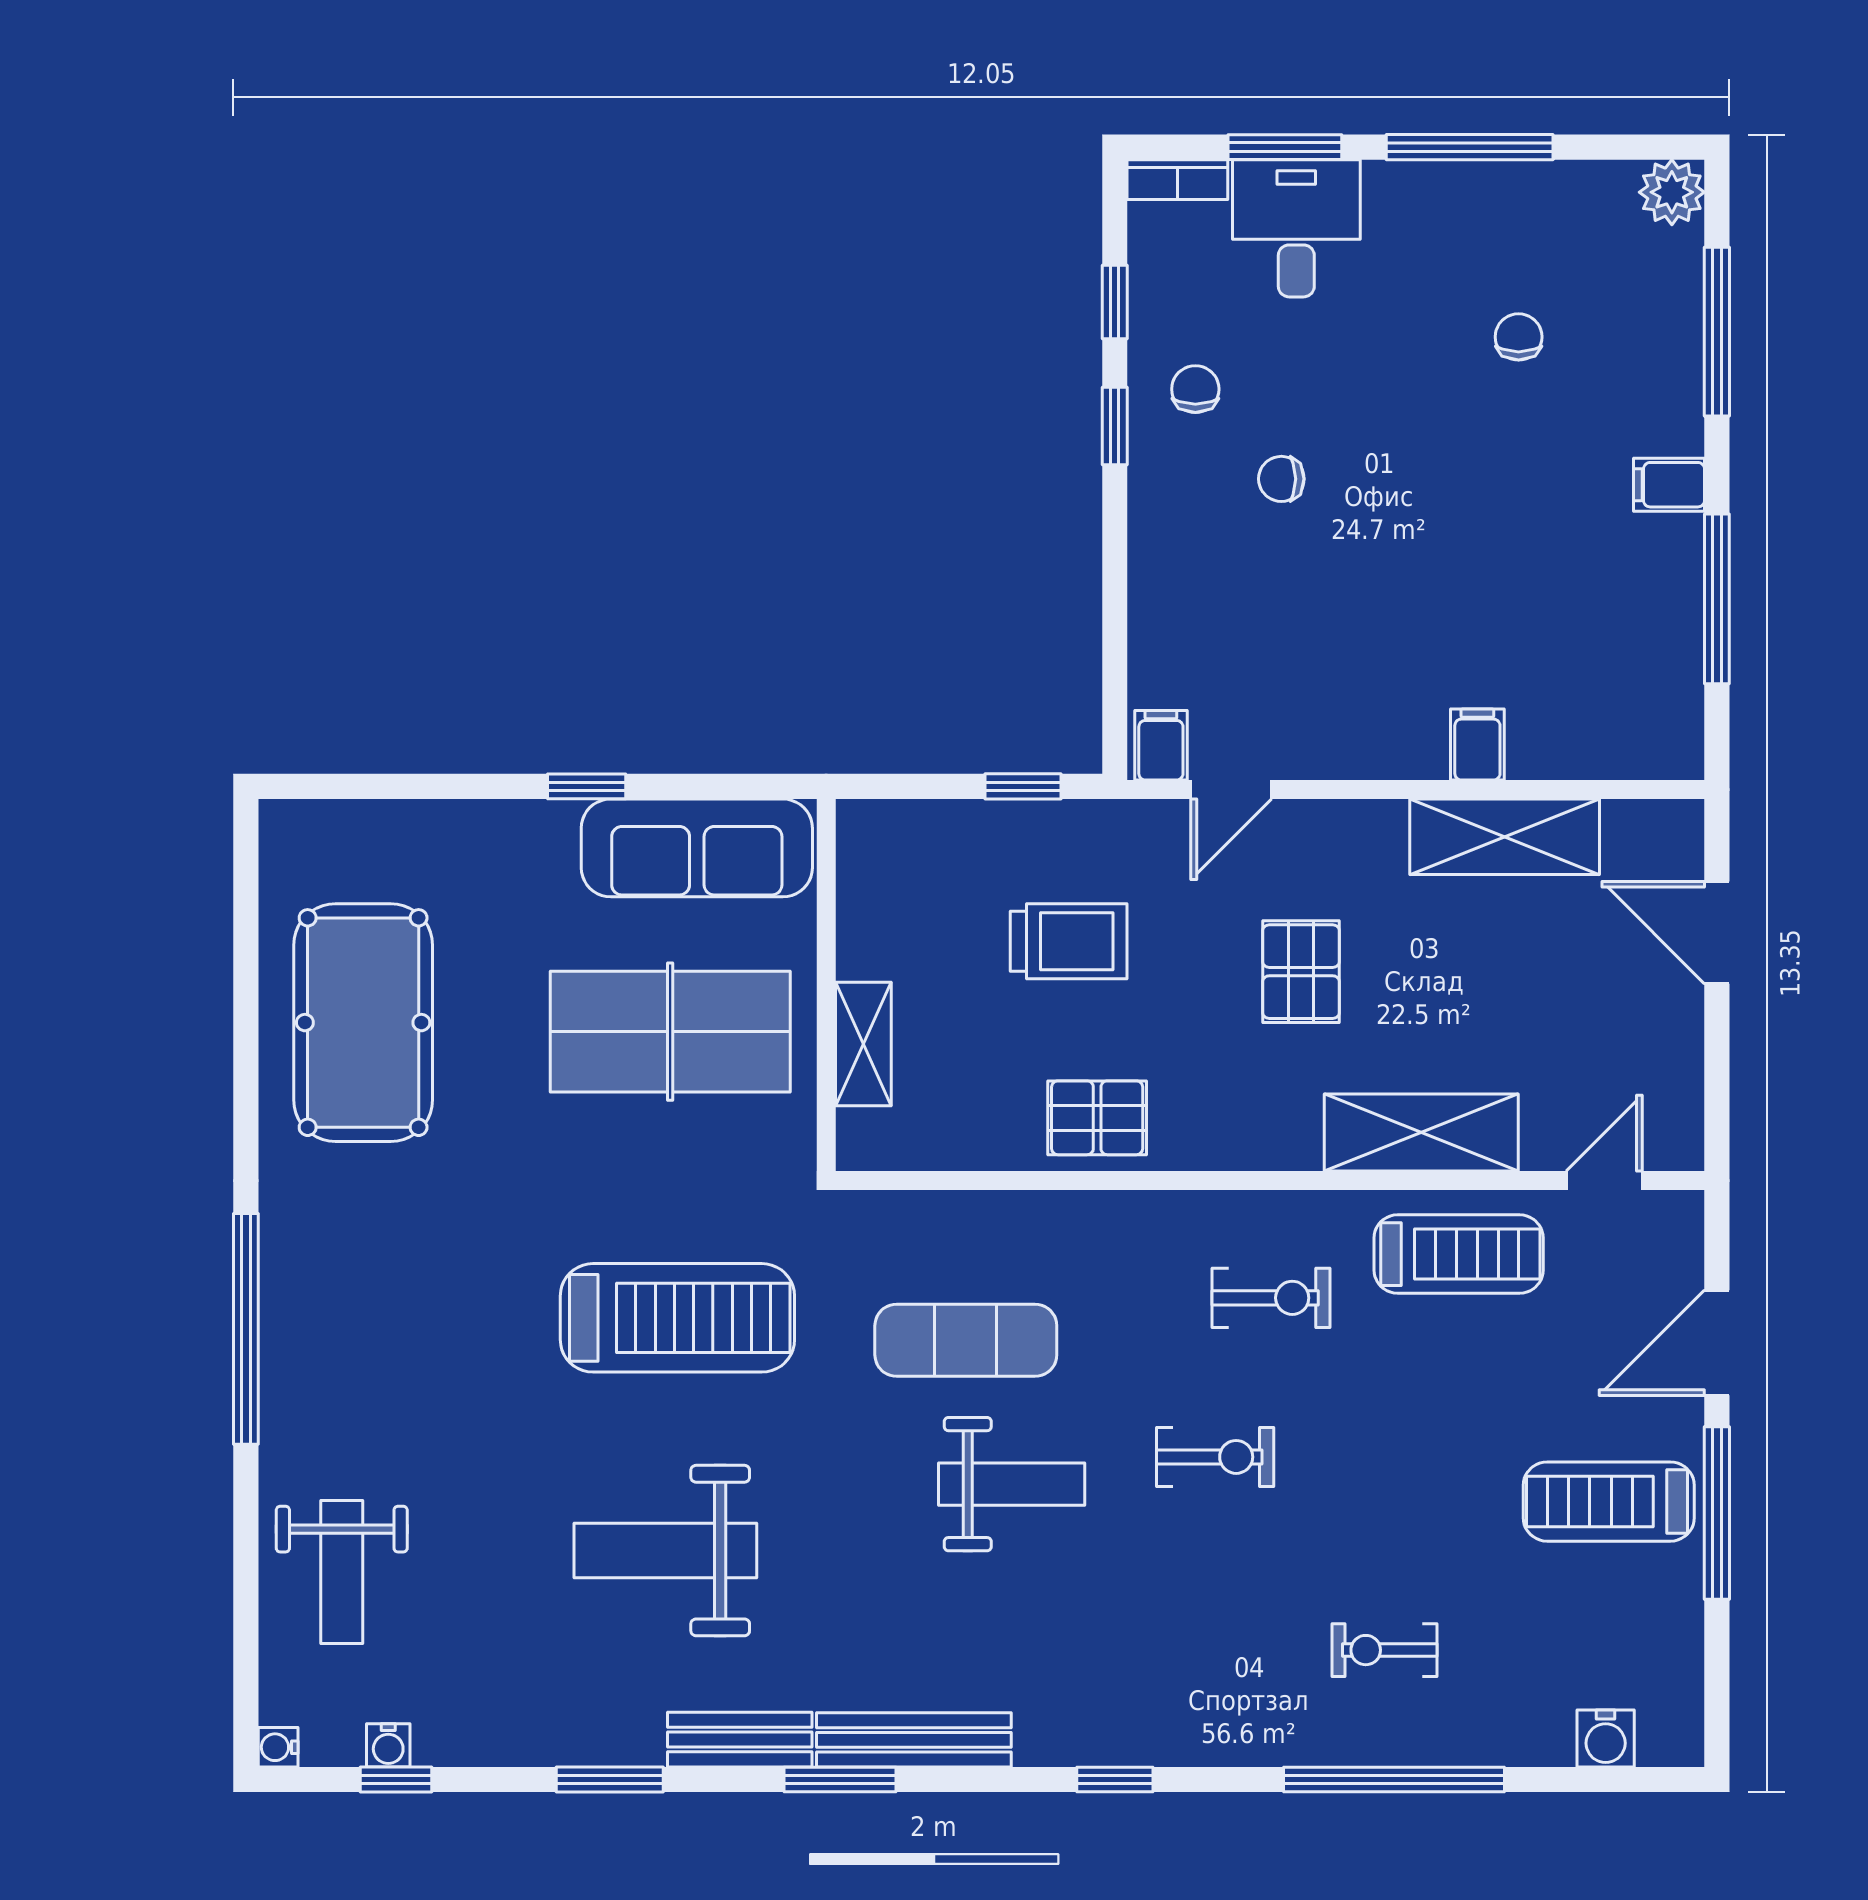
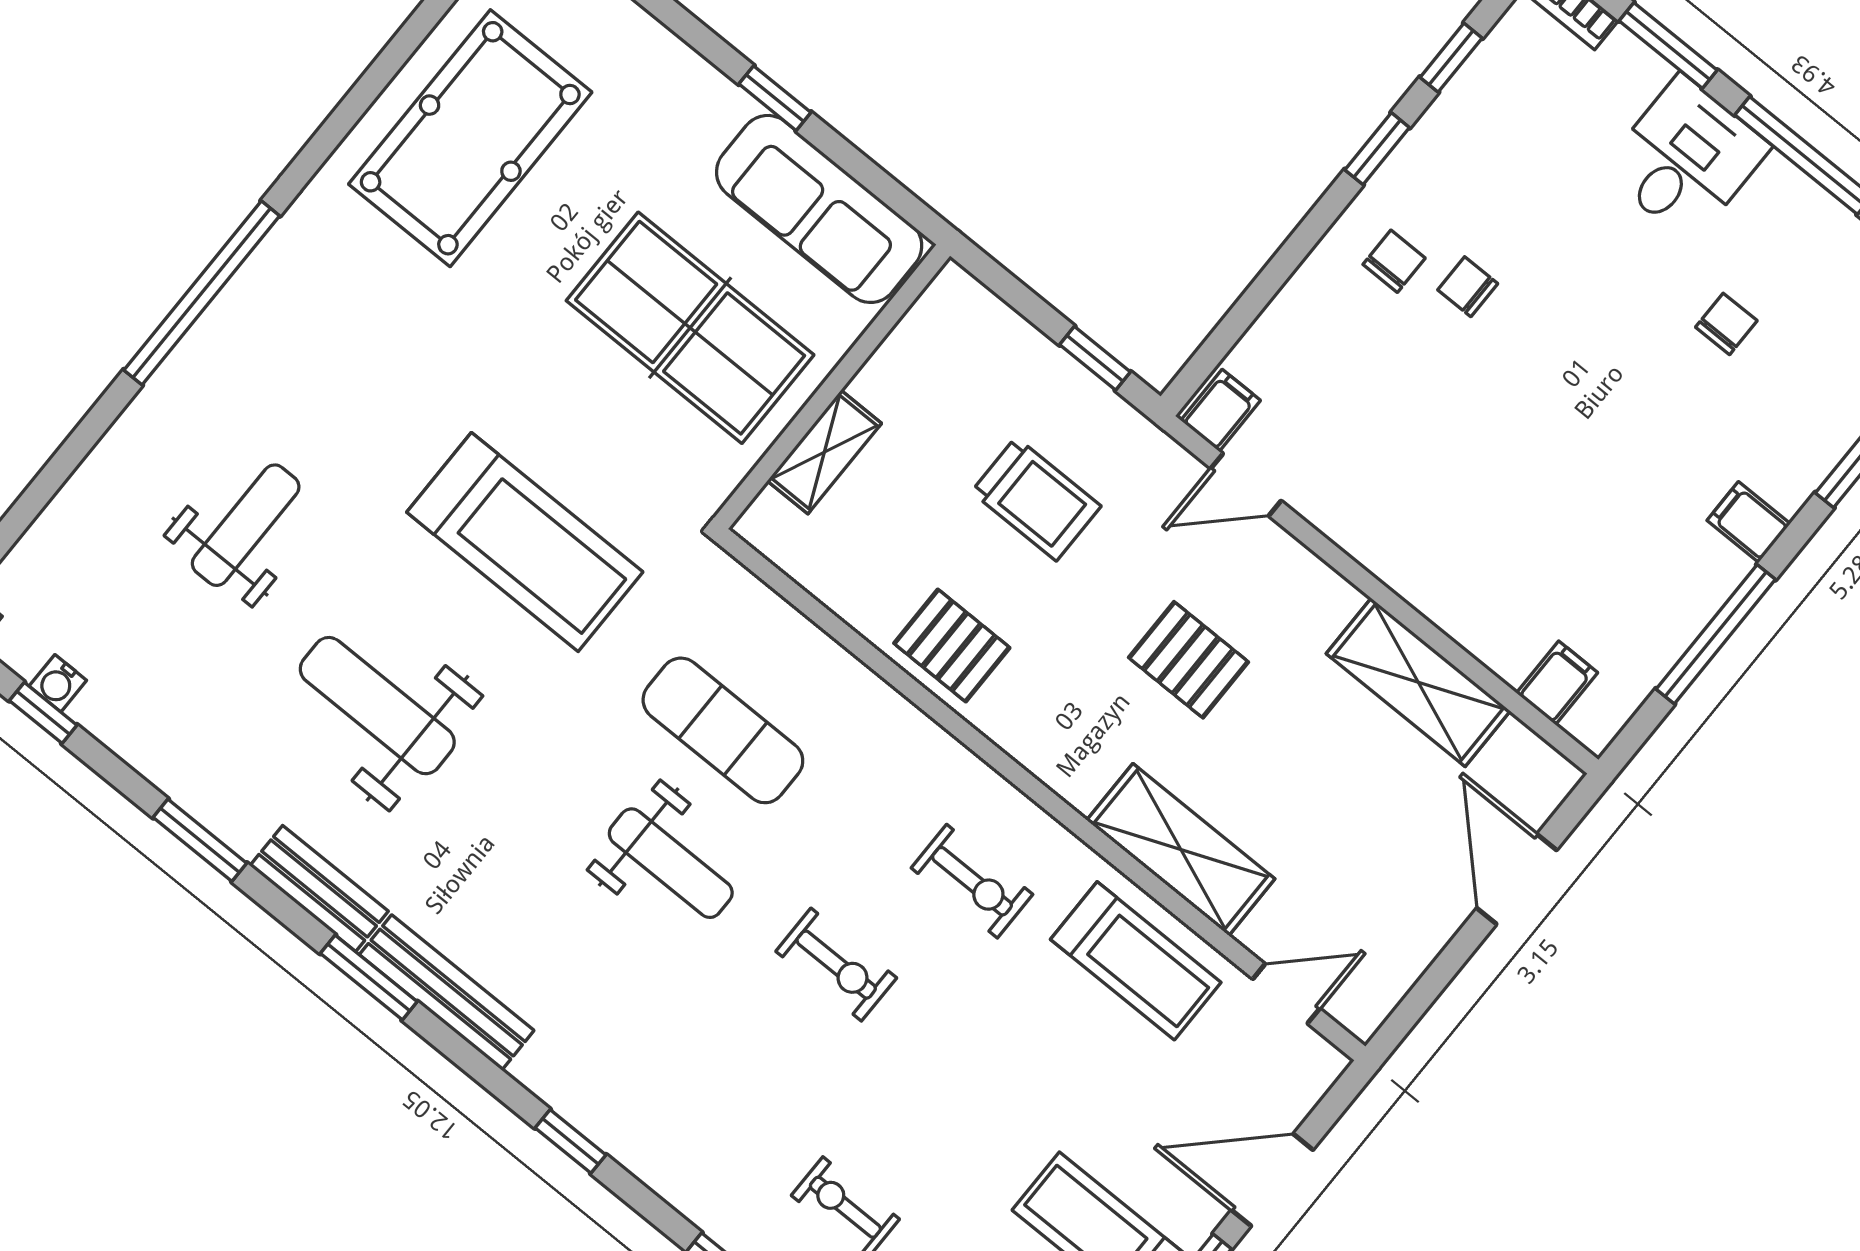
desk: (1296, 228) -> (1686, 159), moved
chair: (1195, 389) -> (1394, 261), moved
filing cabinet: (1477, 745) -> (1557, 683), moved
pallet: (1301, 972) -> (1188, 660), turned 90
weight bench: (342, 1572) -> (246, 525), moved, turned 180

